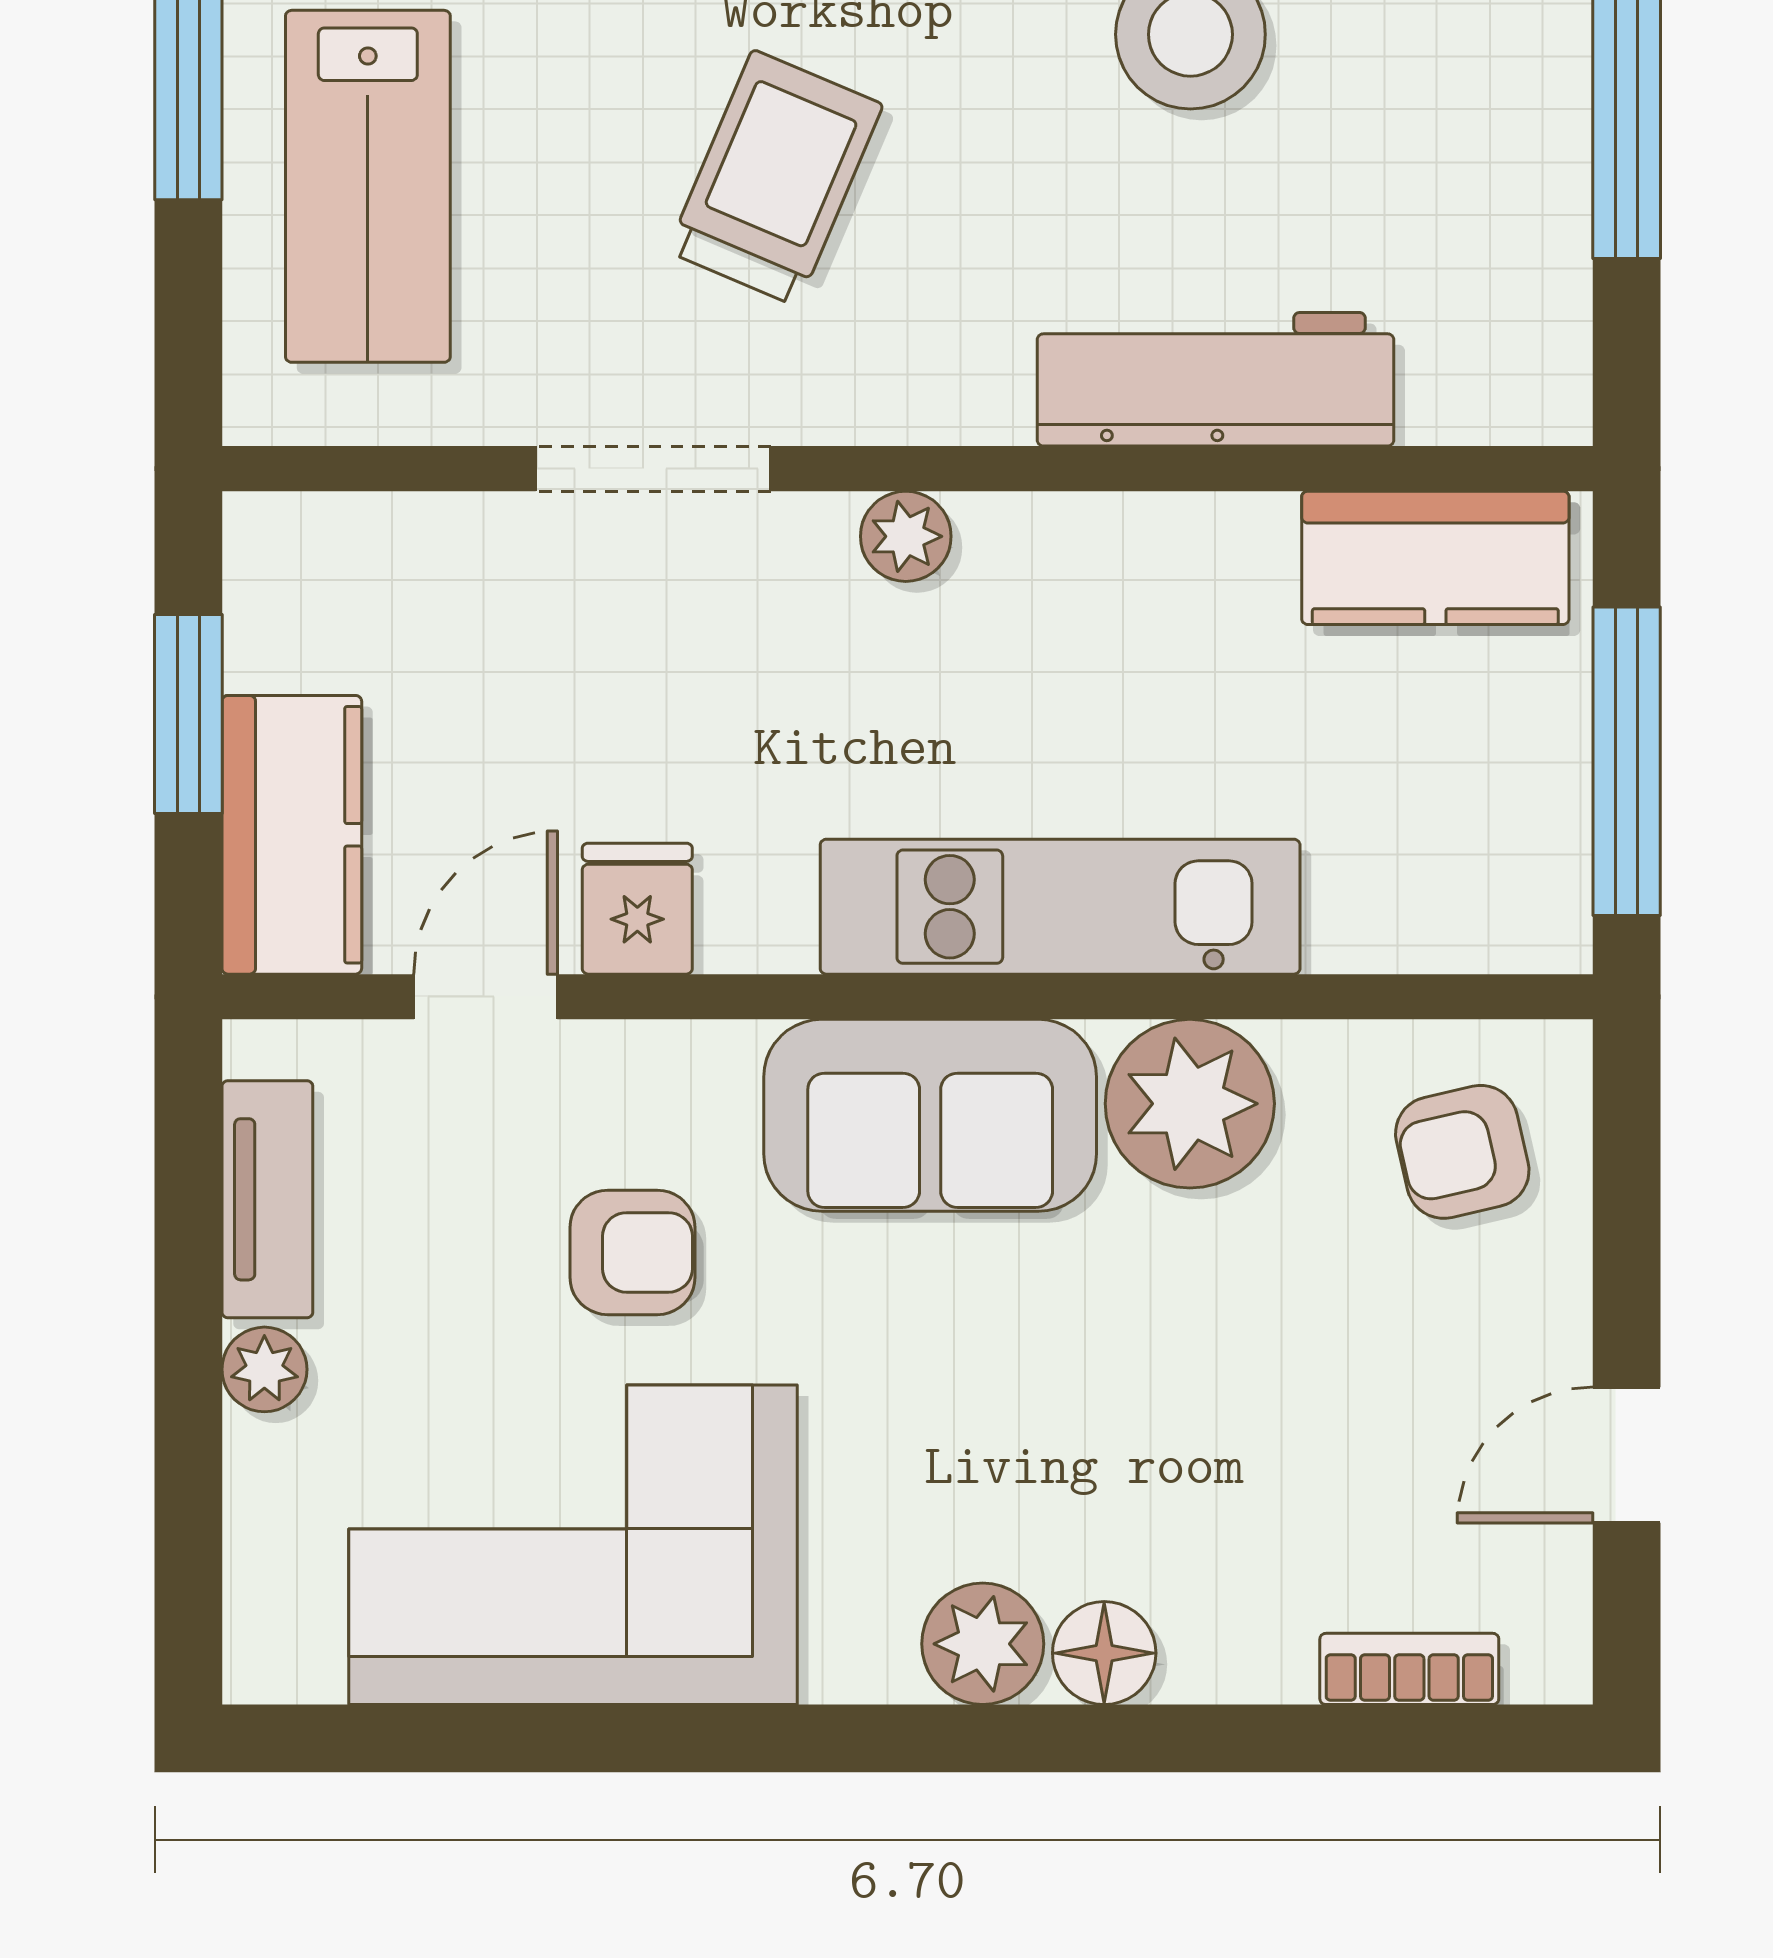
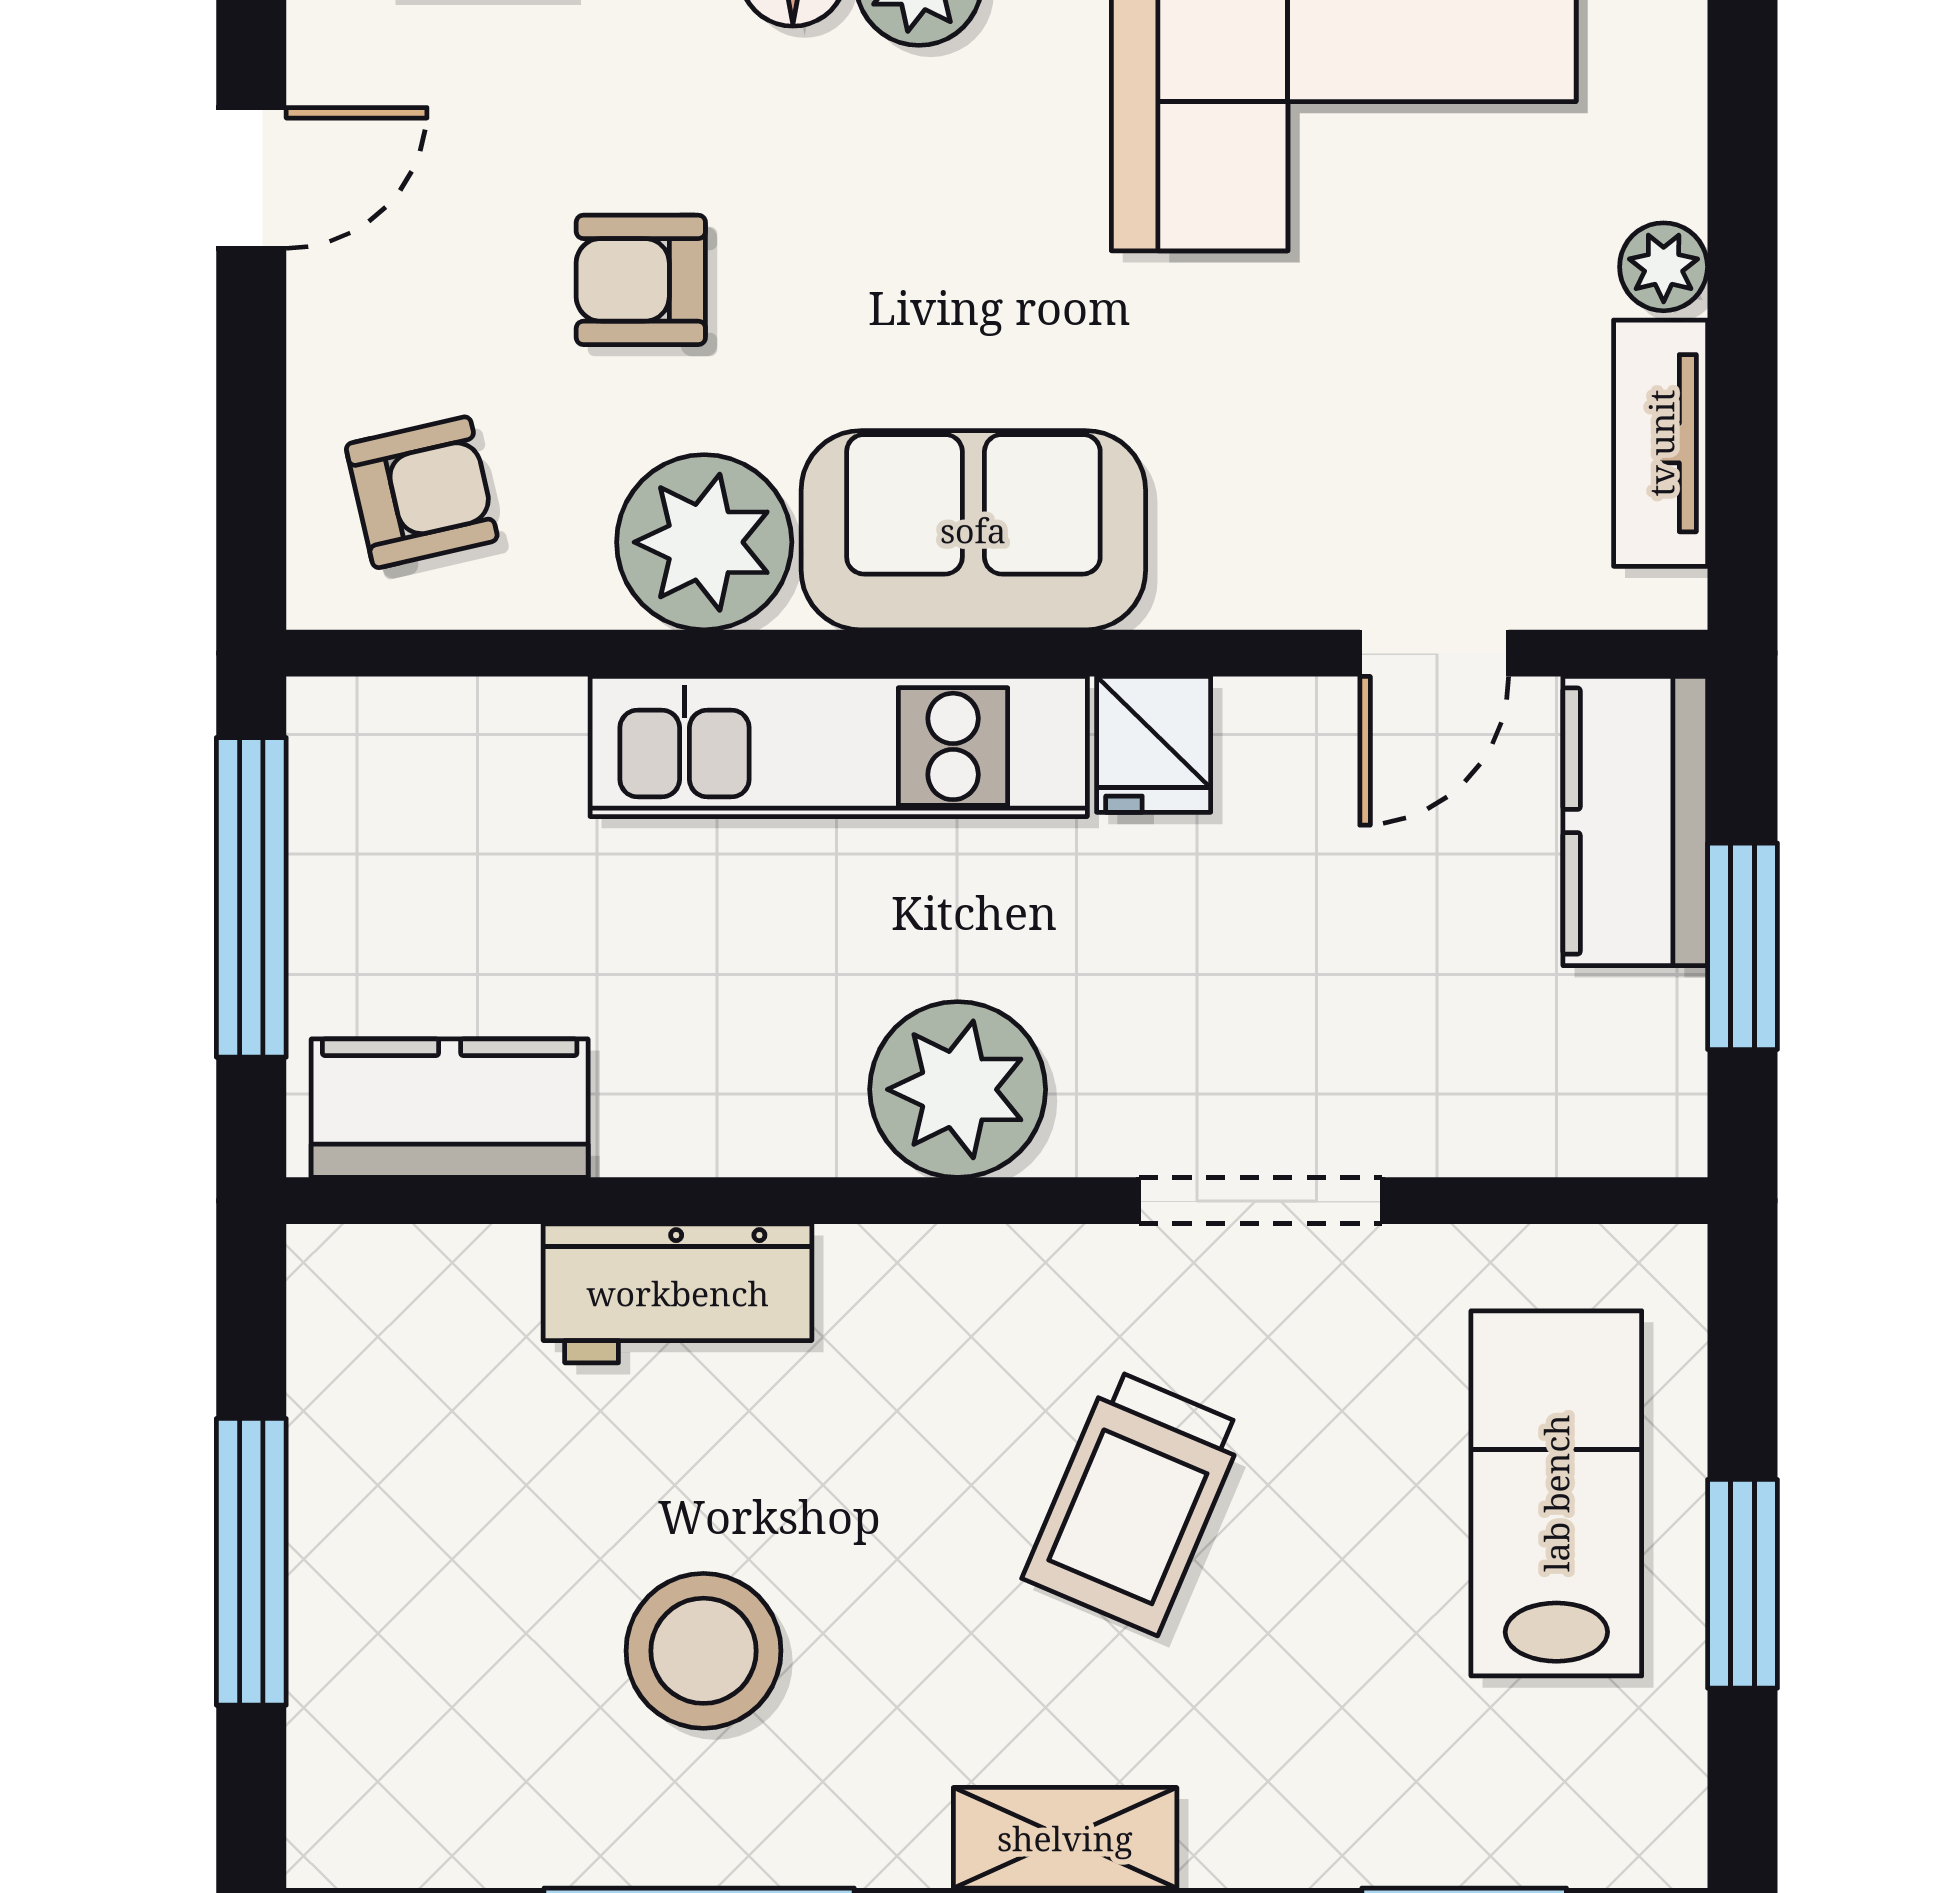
workbench: (1216, 379) -> (678, 1293), width x0.73
plant: (906, 536) -> (958, 1089), width x1.88, depth x1.88
fridge: (637, 909) -> (1154, 744), moved
armchair: (633, 1252) -> (641, 280), moved

